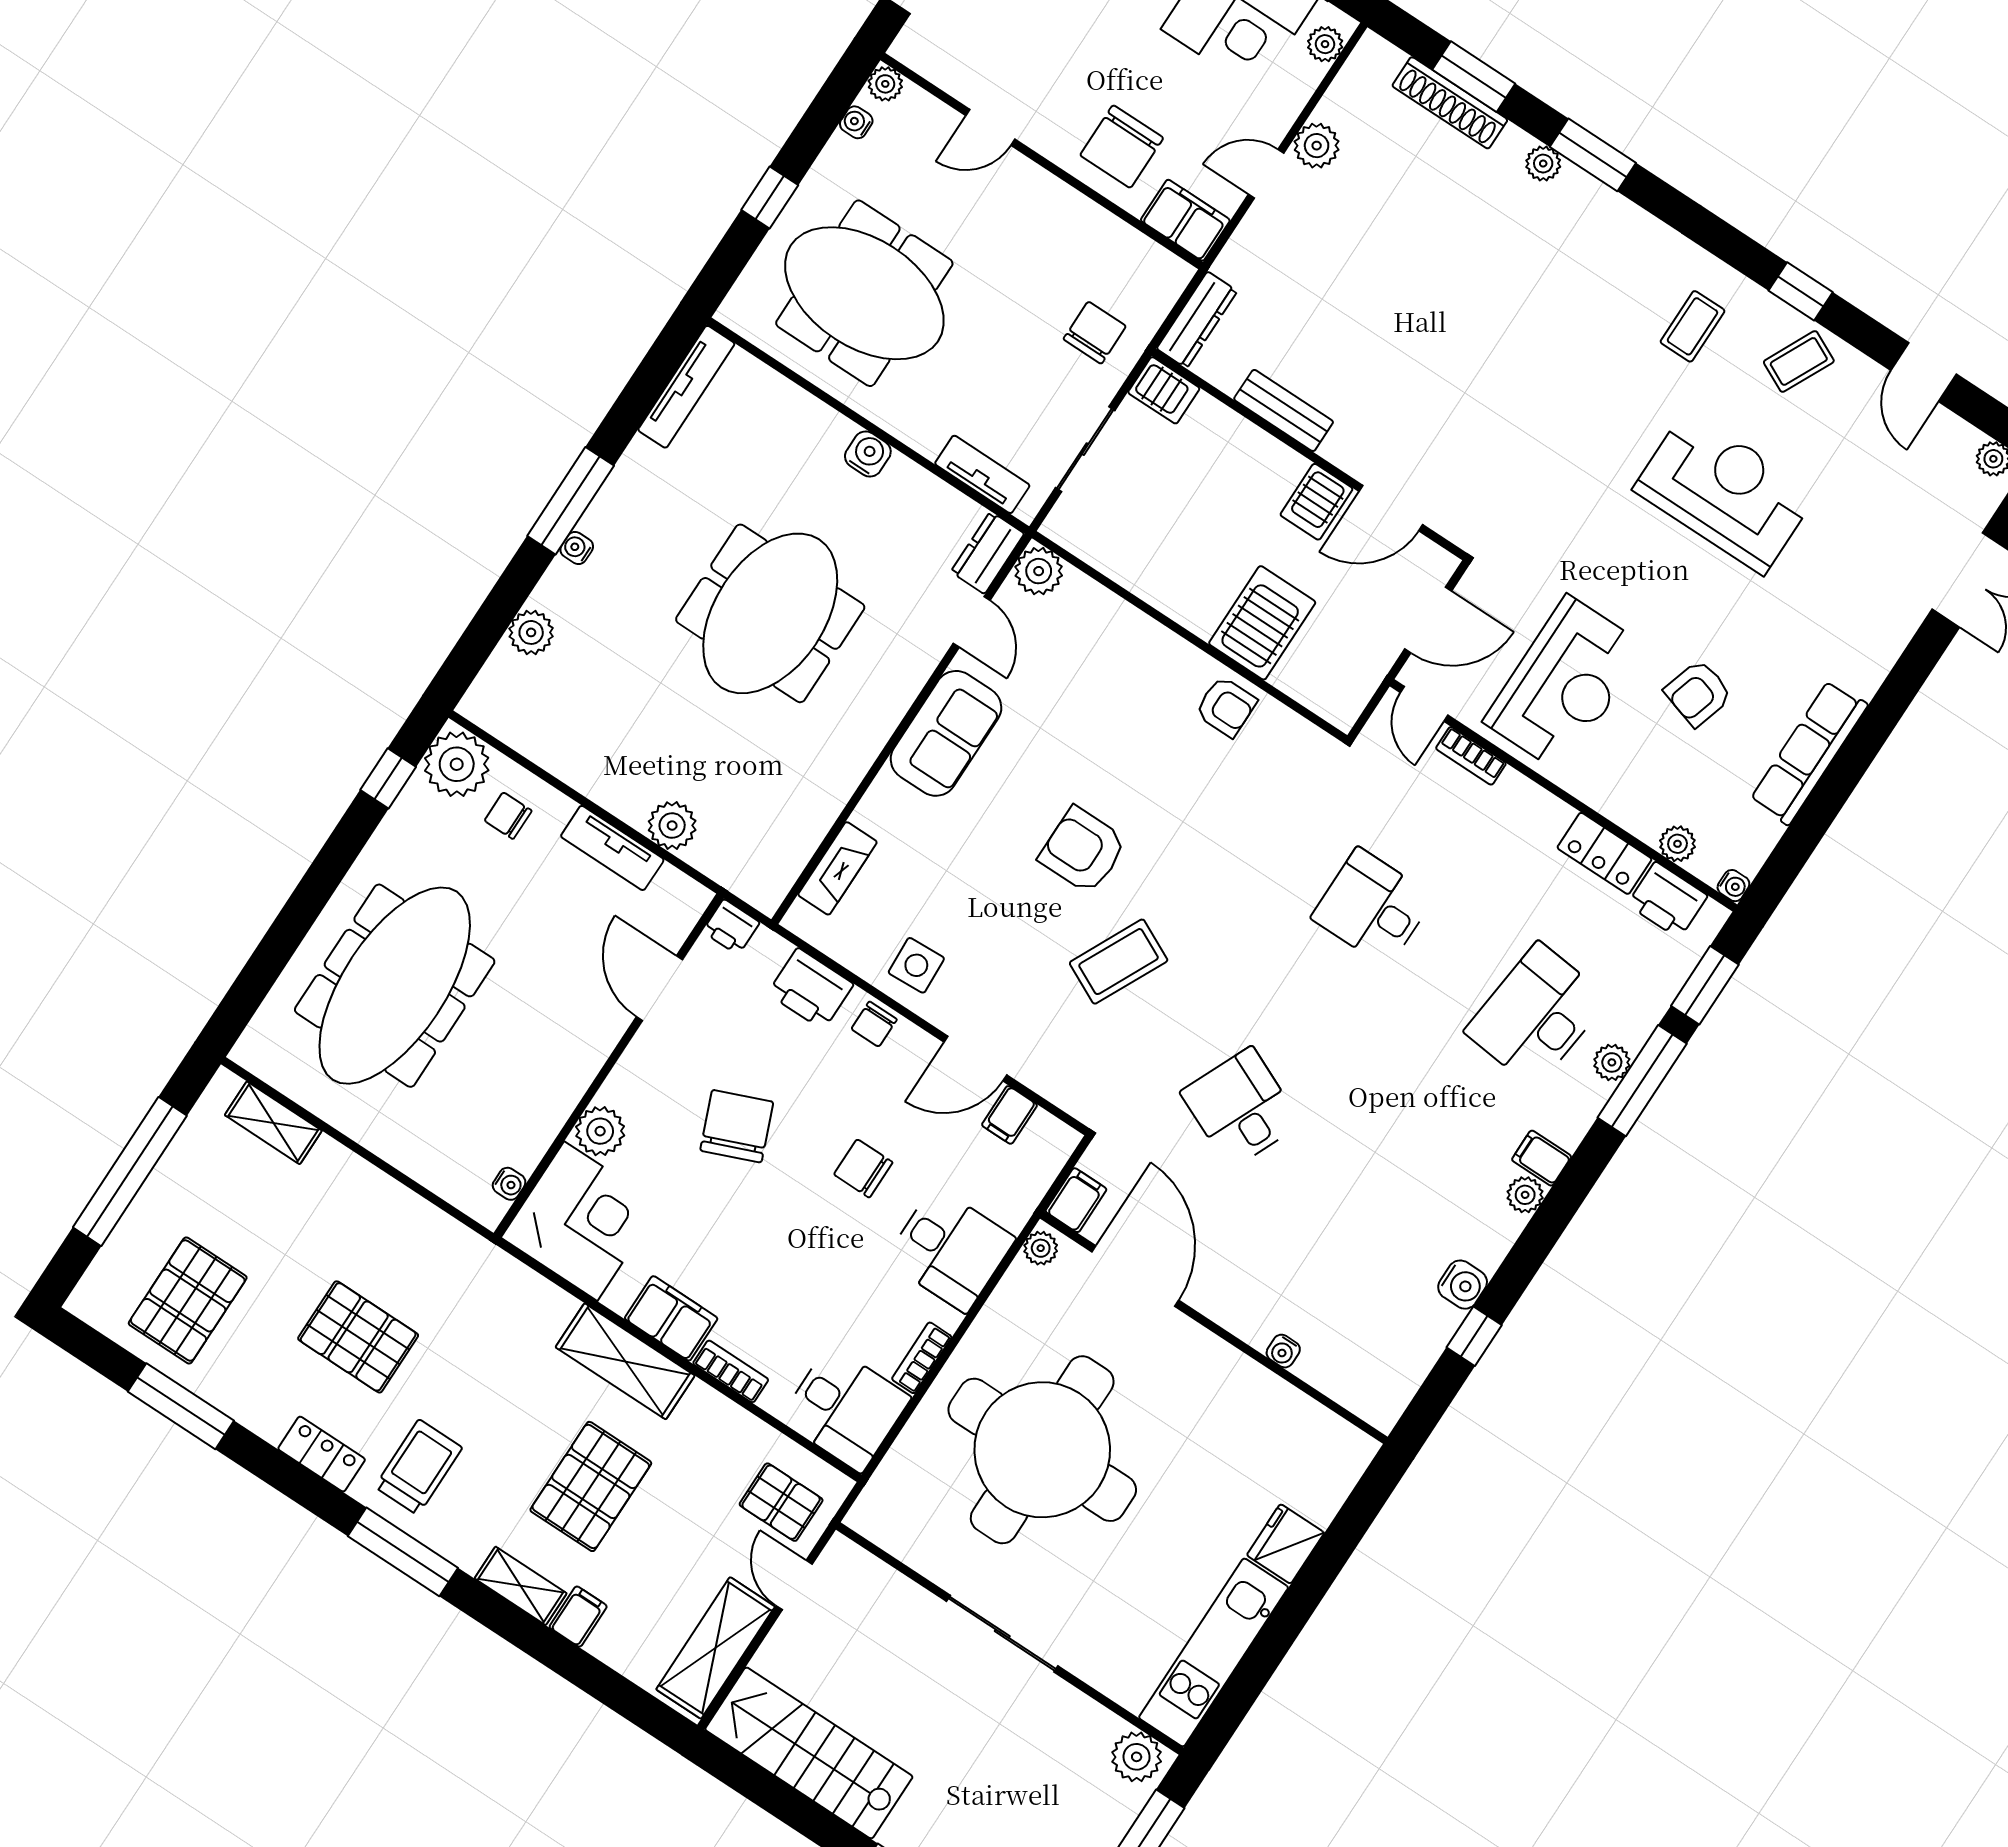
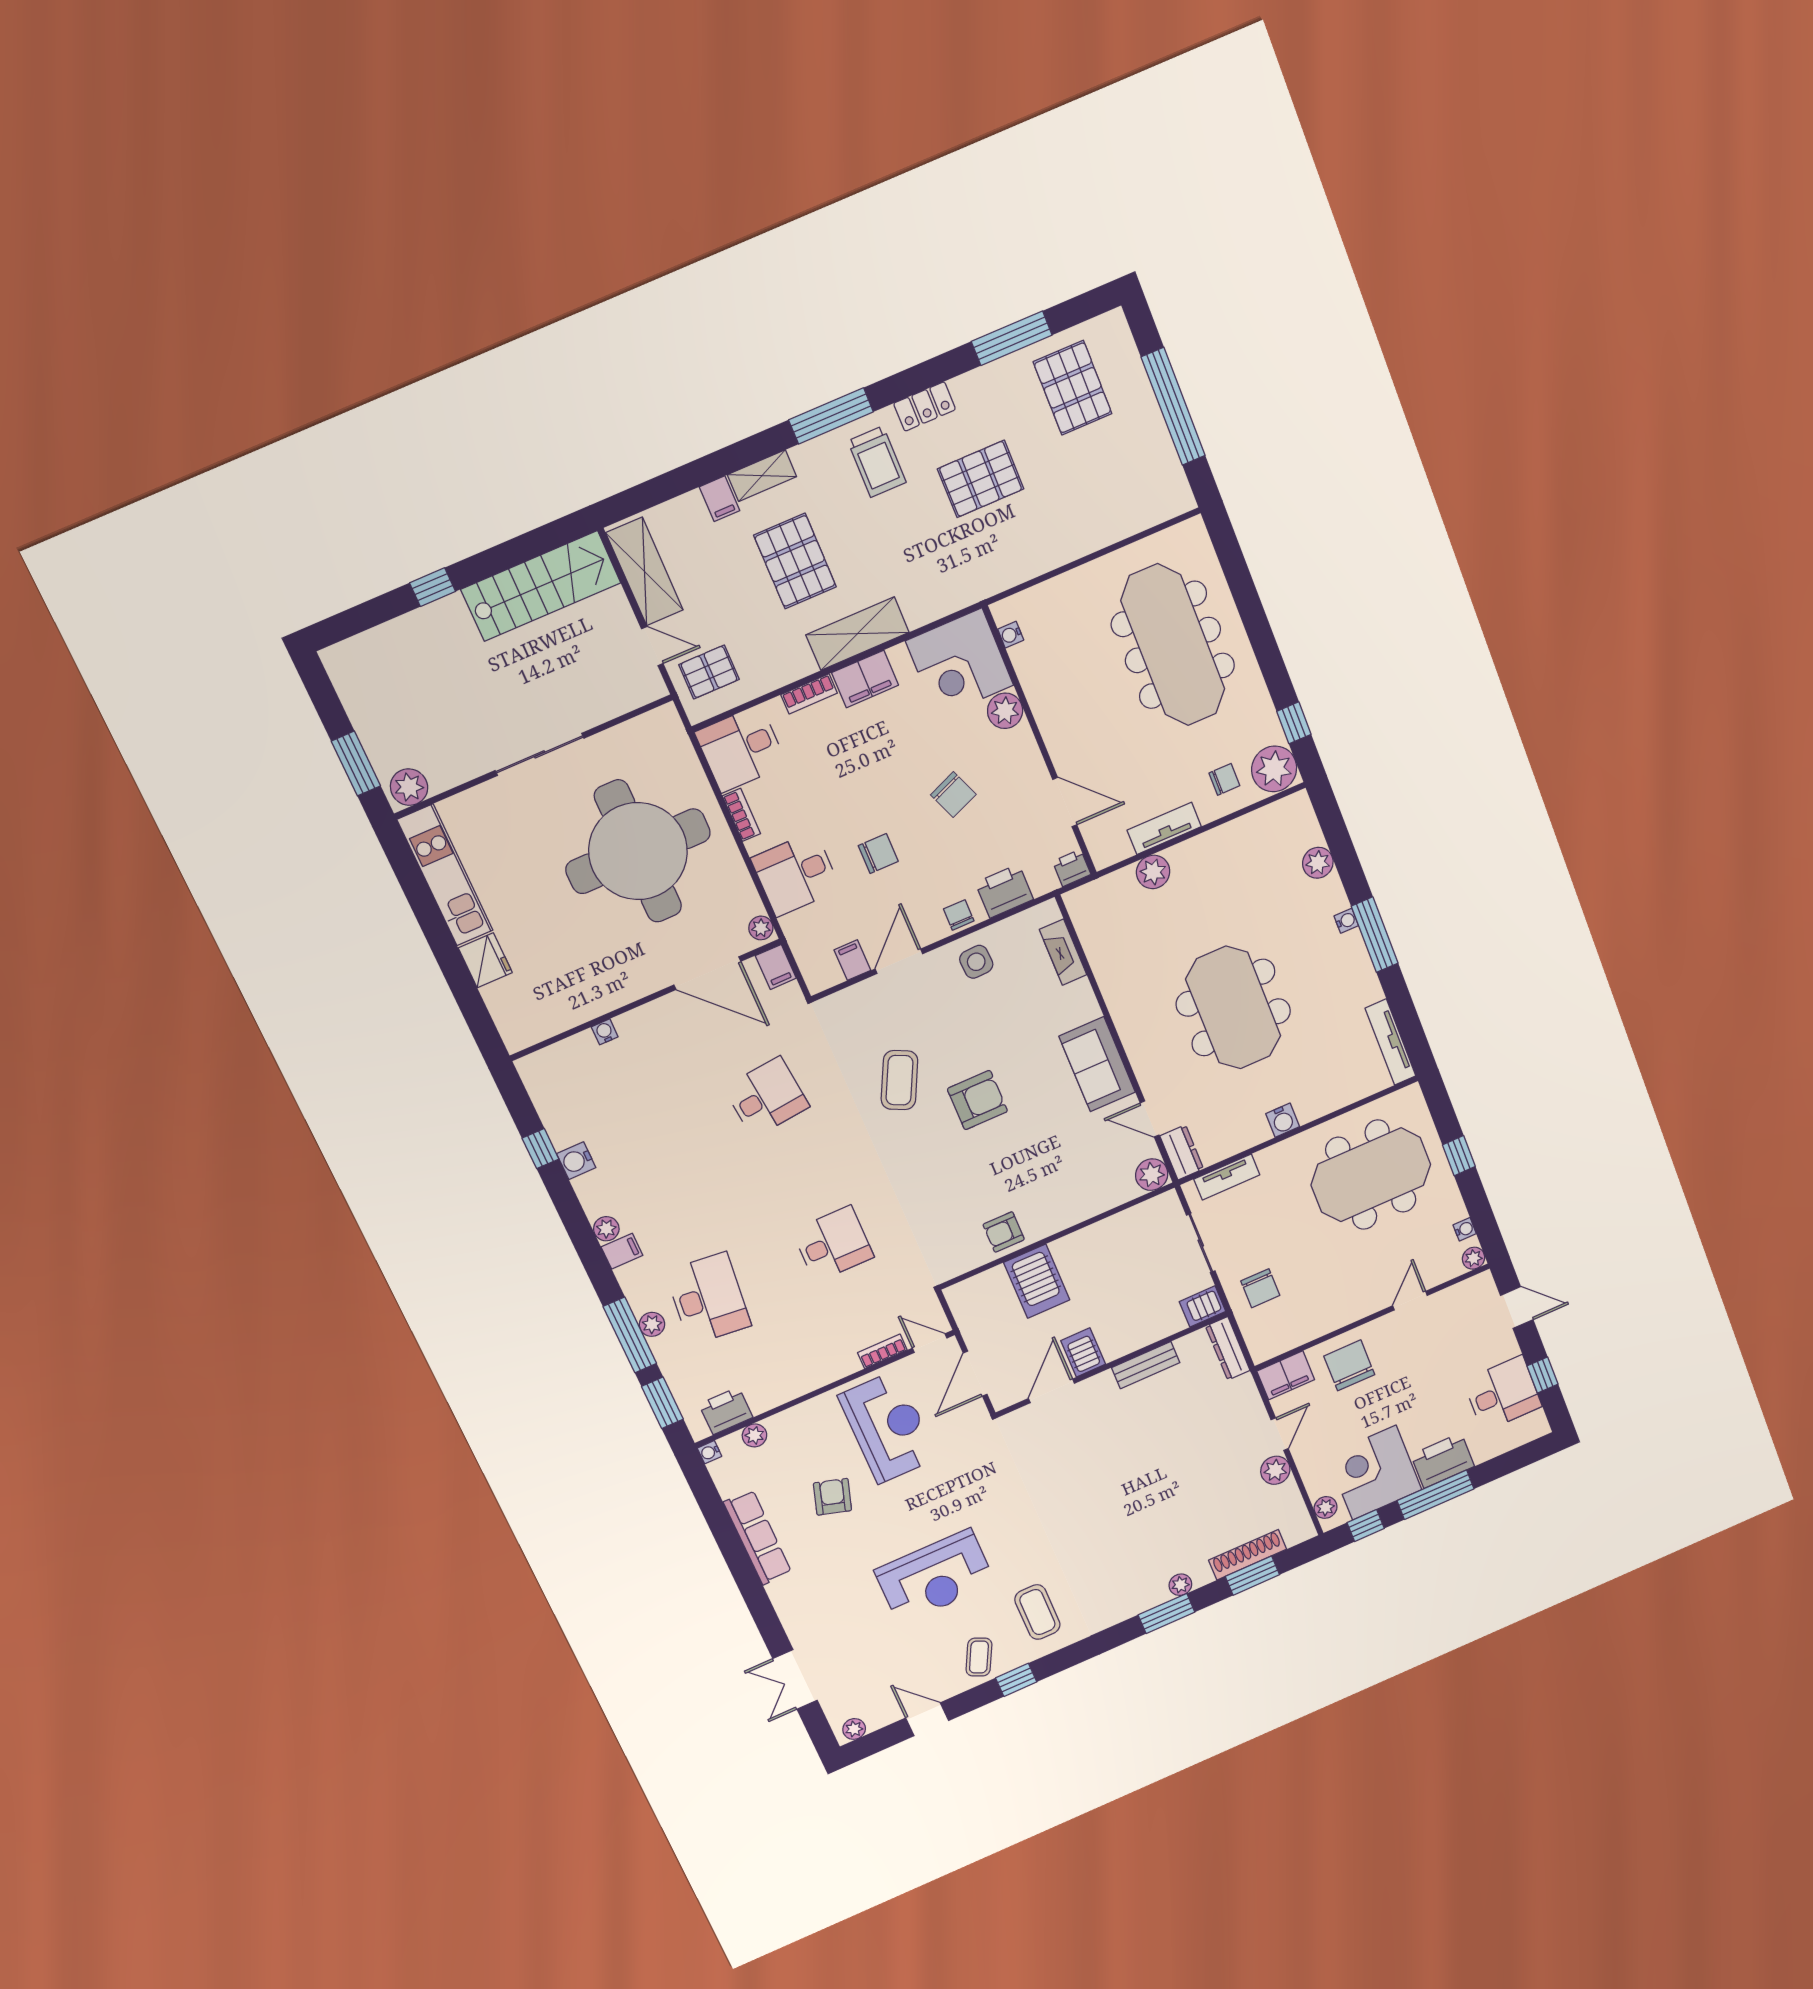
coffee table: (1693, 326) -> (1037, 1612), width x1.36, depth x1.30
reception desk: (1565, 684) -> (888, 1427), turned 180
locker: (1604, 853) -> (776, 1392), removed
desk: (1241, 1108) -> (767, 1097), turned -30
shelving: (273, 1123) -> (1143, 515), removed
chair: (737, 1126) -> (953, 795), width x0.73, depth x0.73

